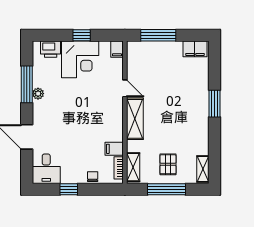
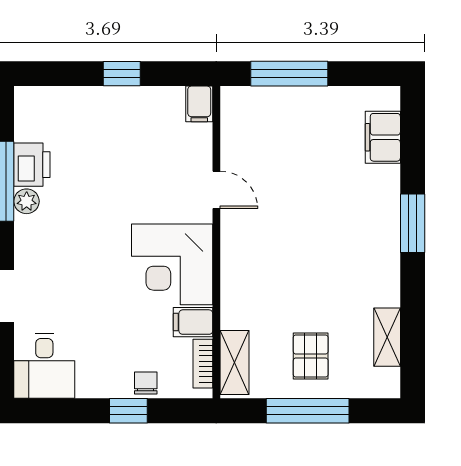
printer: (51, 49) -> (32, 165), moved, turned -90
filing cabinet: (195, 49) -> (383, 137), moved, turned 90
corner desk: (80, 59) -> (172, 264), moved, turned 90
shelving: (135, 119) -> (238, 256), removed
shelving: (203, 169) -> (387, 337), moved
window: (69, 189) -> (128, 411), moved

